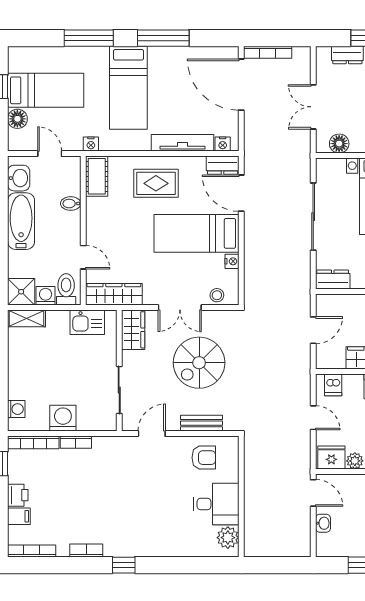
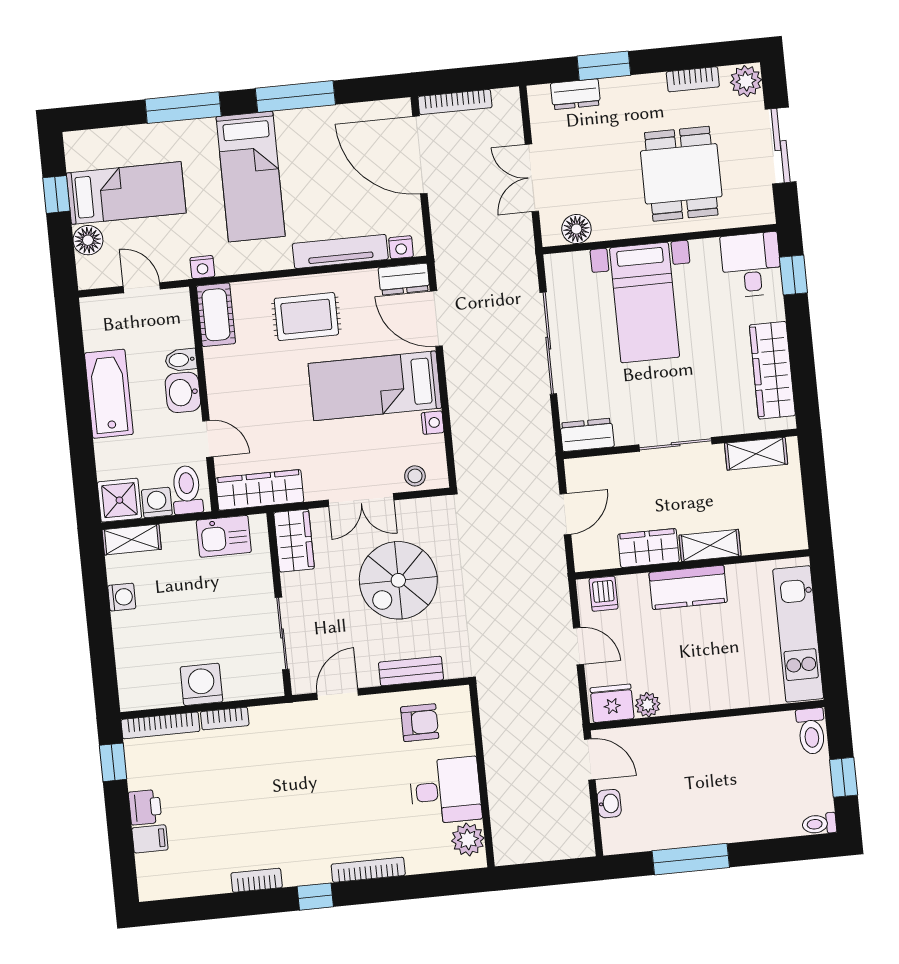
washbasin: (19, 178) -> (183, 392), moved, turned 180
washing machine: (16, 409) -> (122, 597), moved
bookcase: (32, 551) -> (368, 870), moved

